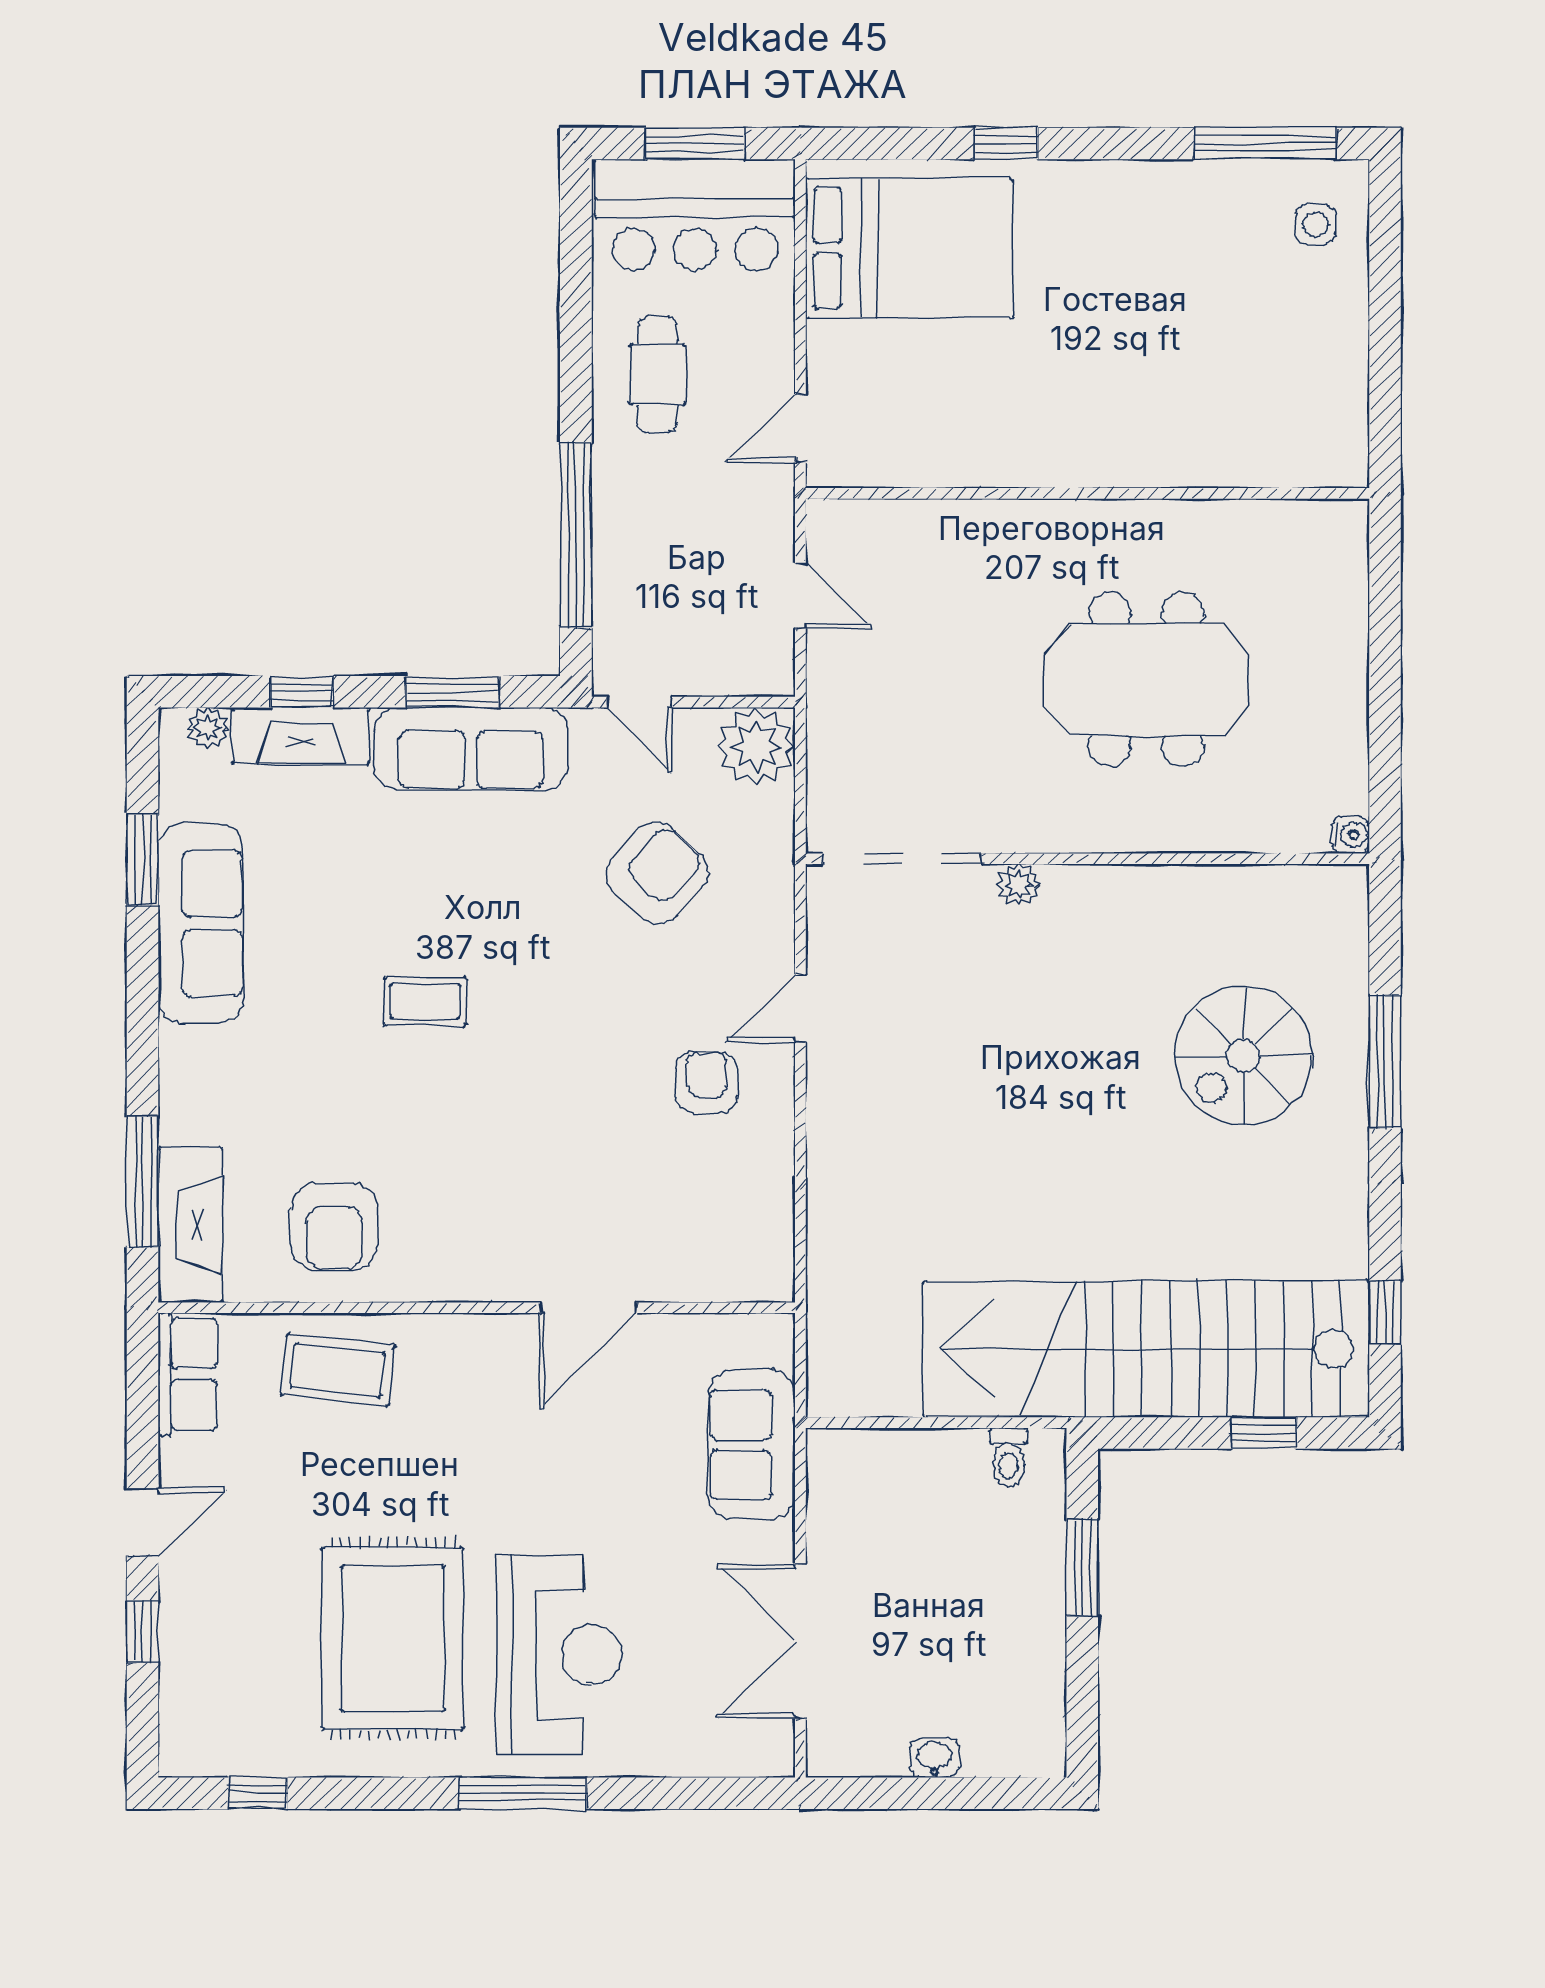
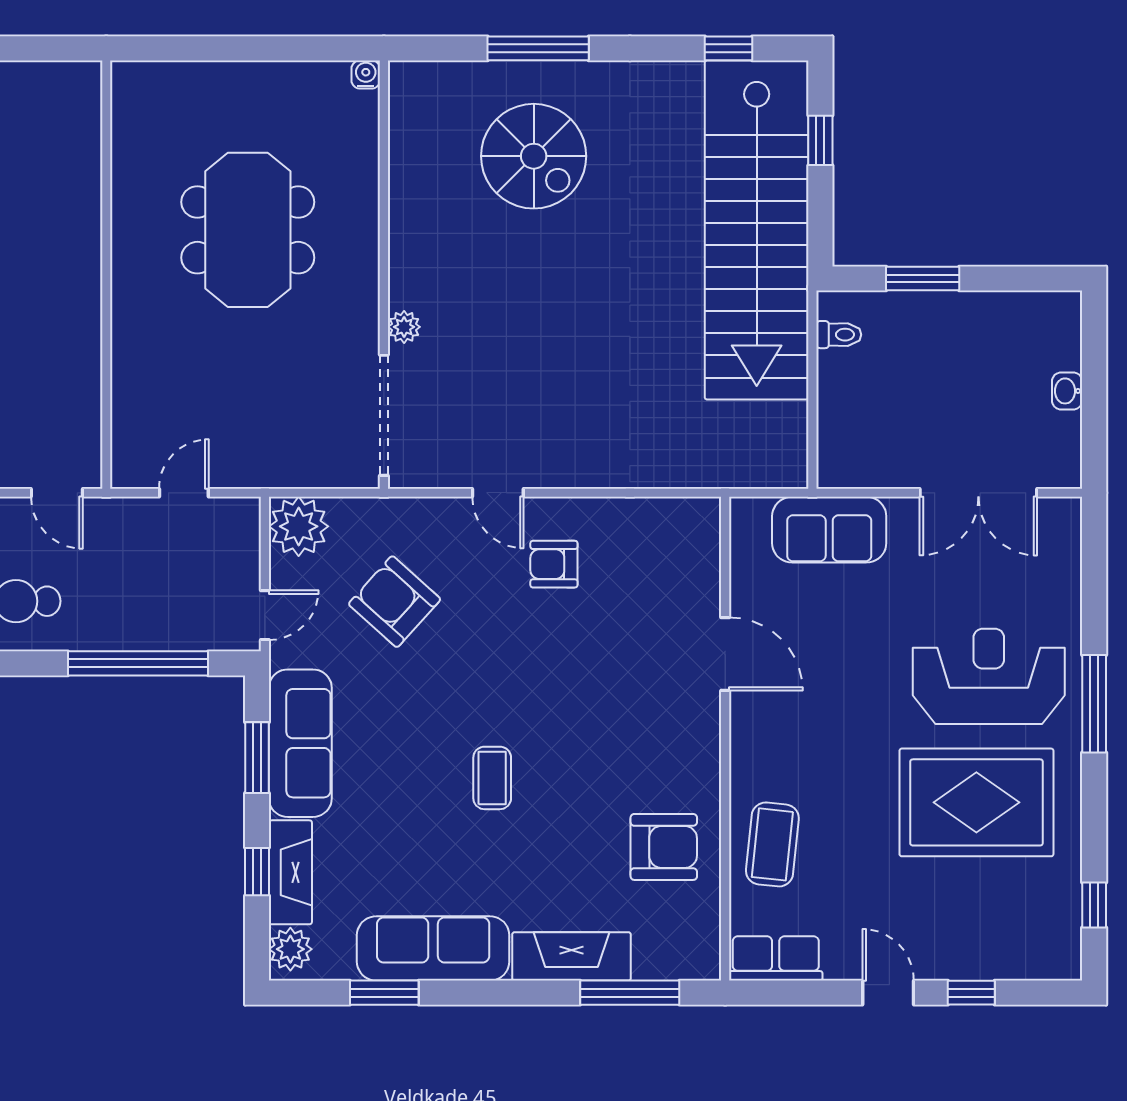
plant: (208, 728) -> (290, 949), width x1.38, depth x1.38
fireplace: (190, 1225) -> (572, 956), moved

